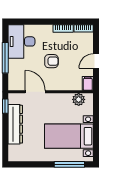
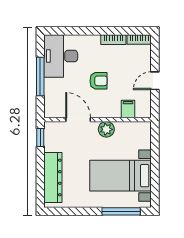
filing cabinet: (88, 83) -> (128, 109), moved
plant: (79, 99) -> (106, 129), moved
dresser: (15, 124) -> (53, 177), moved

